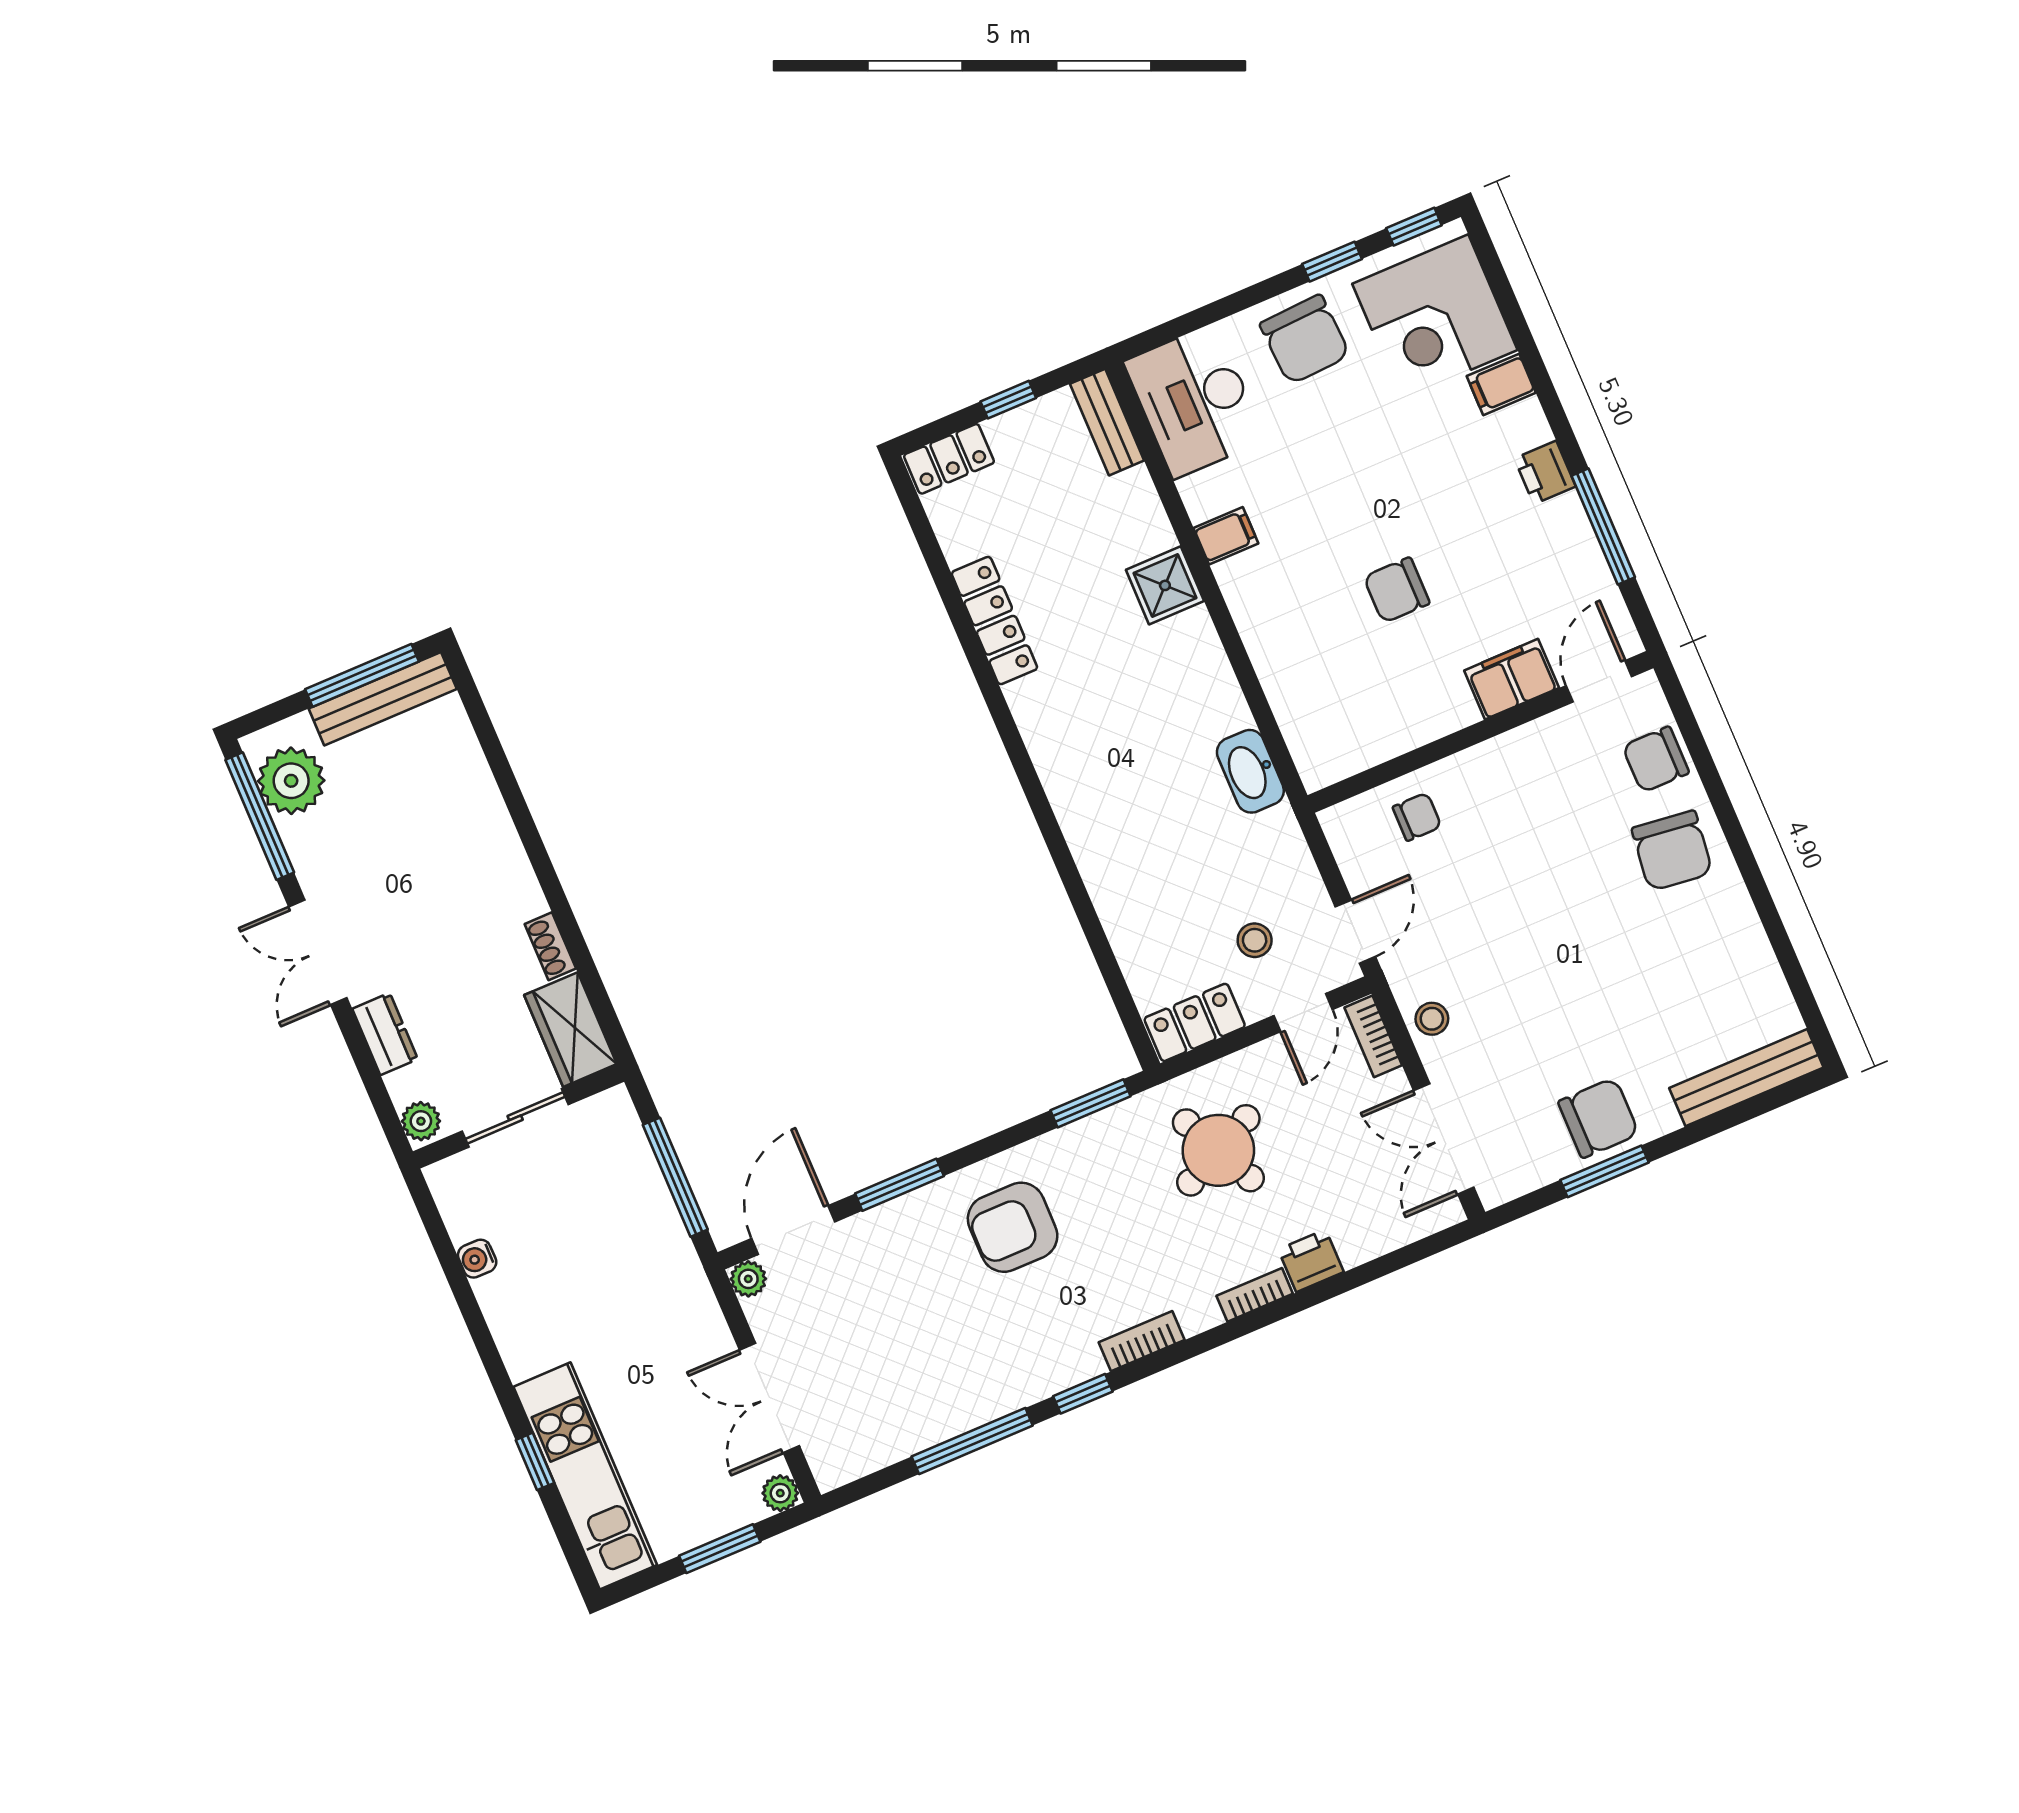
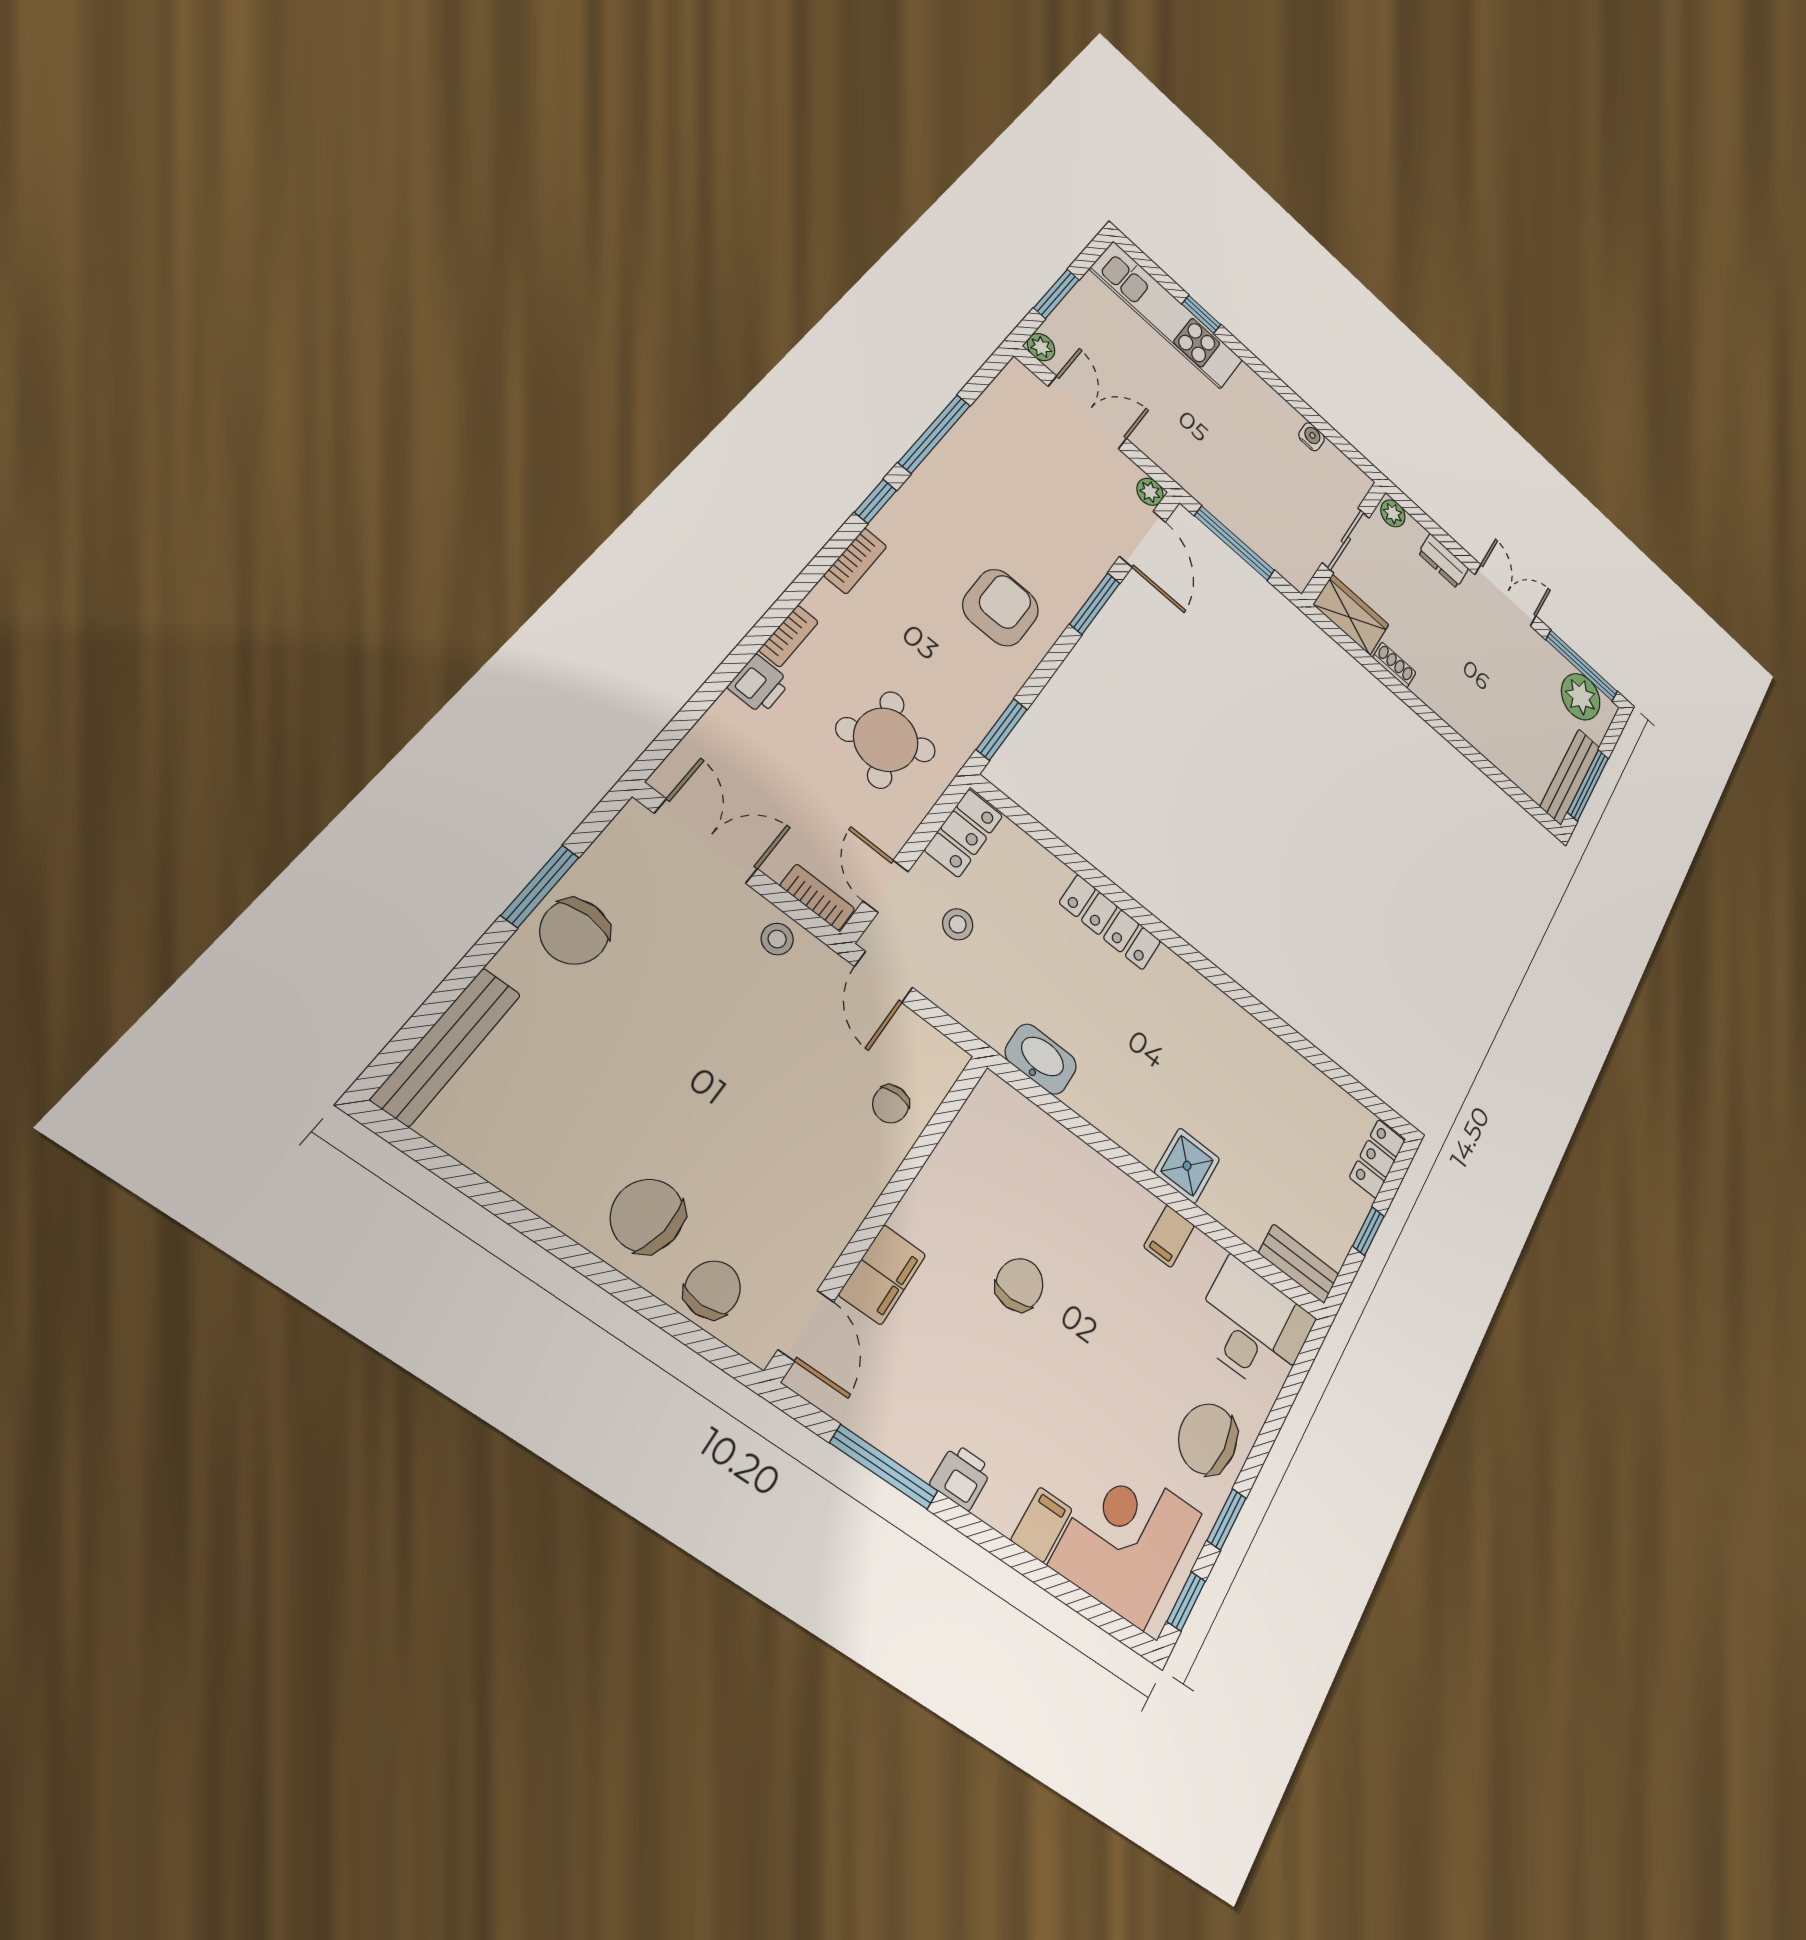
locker: (994, 621) -> (1110, 922), moved

